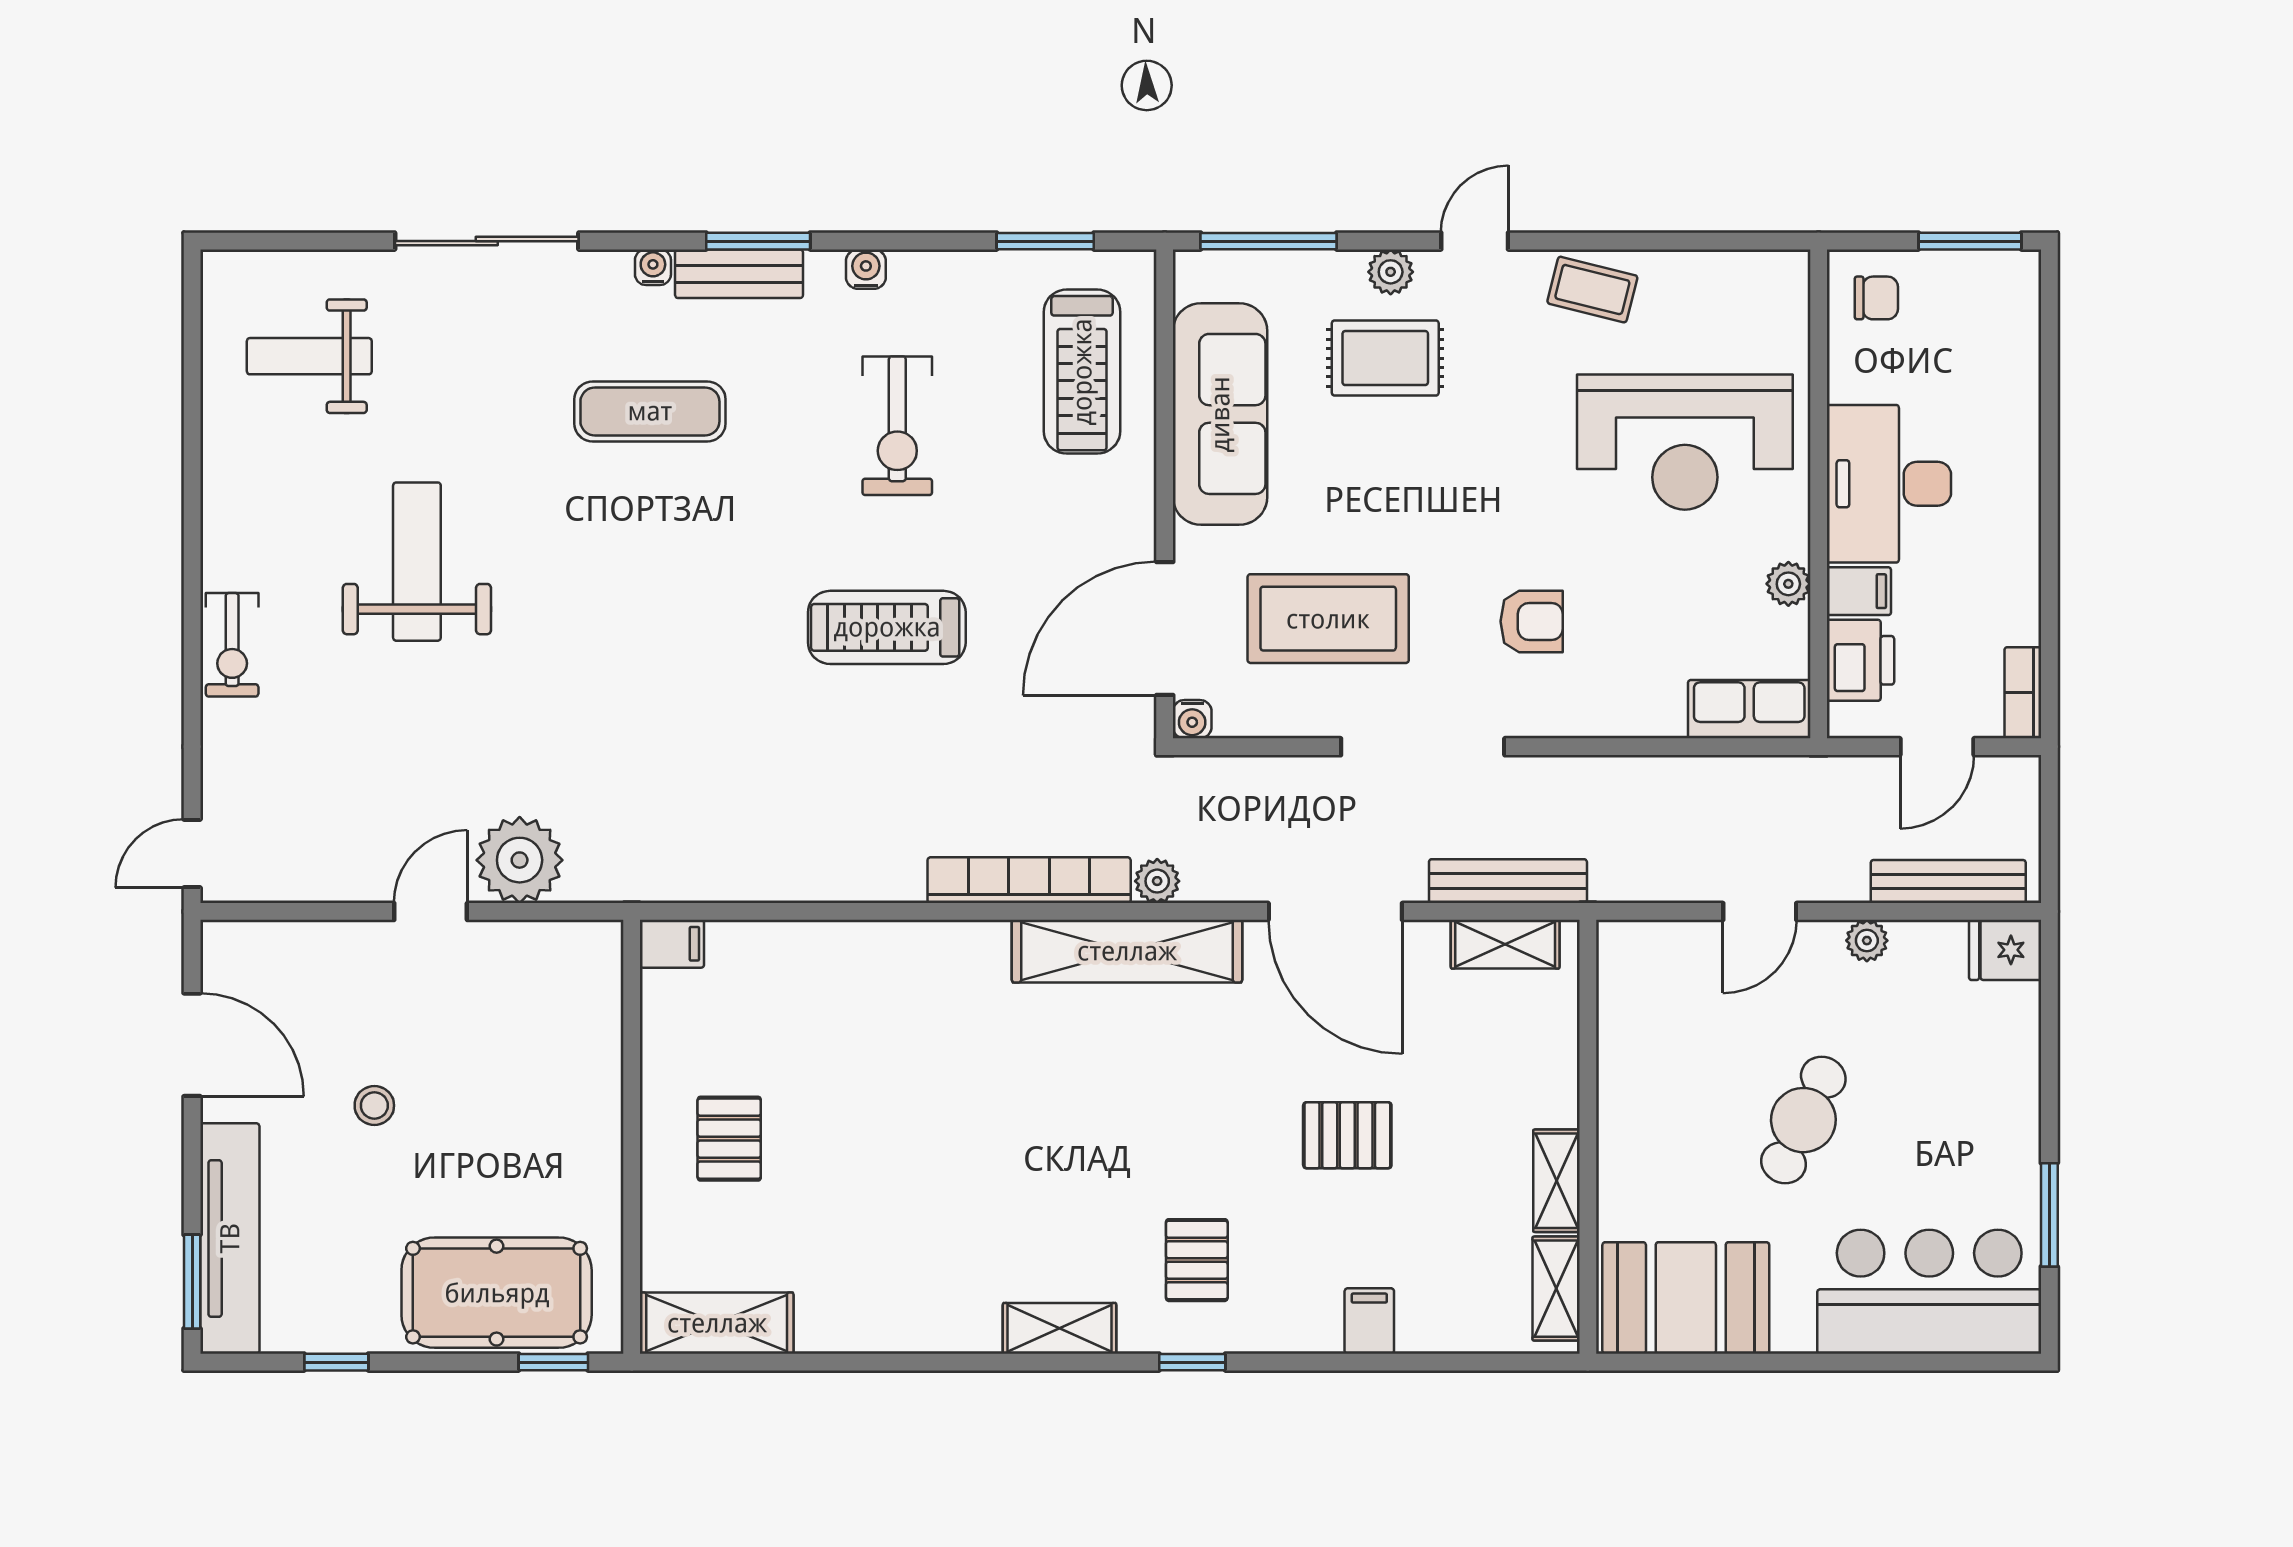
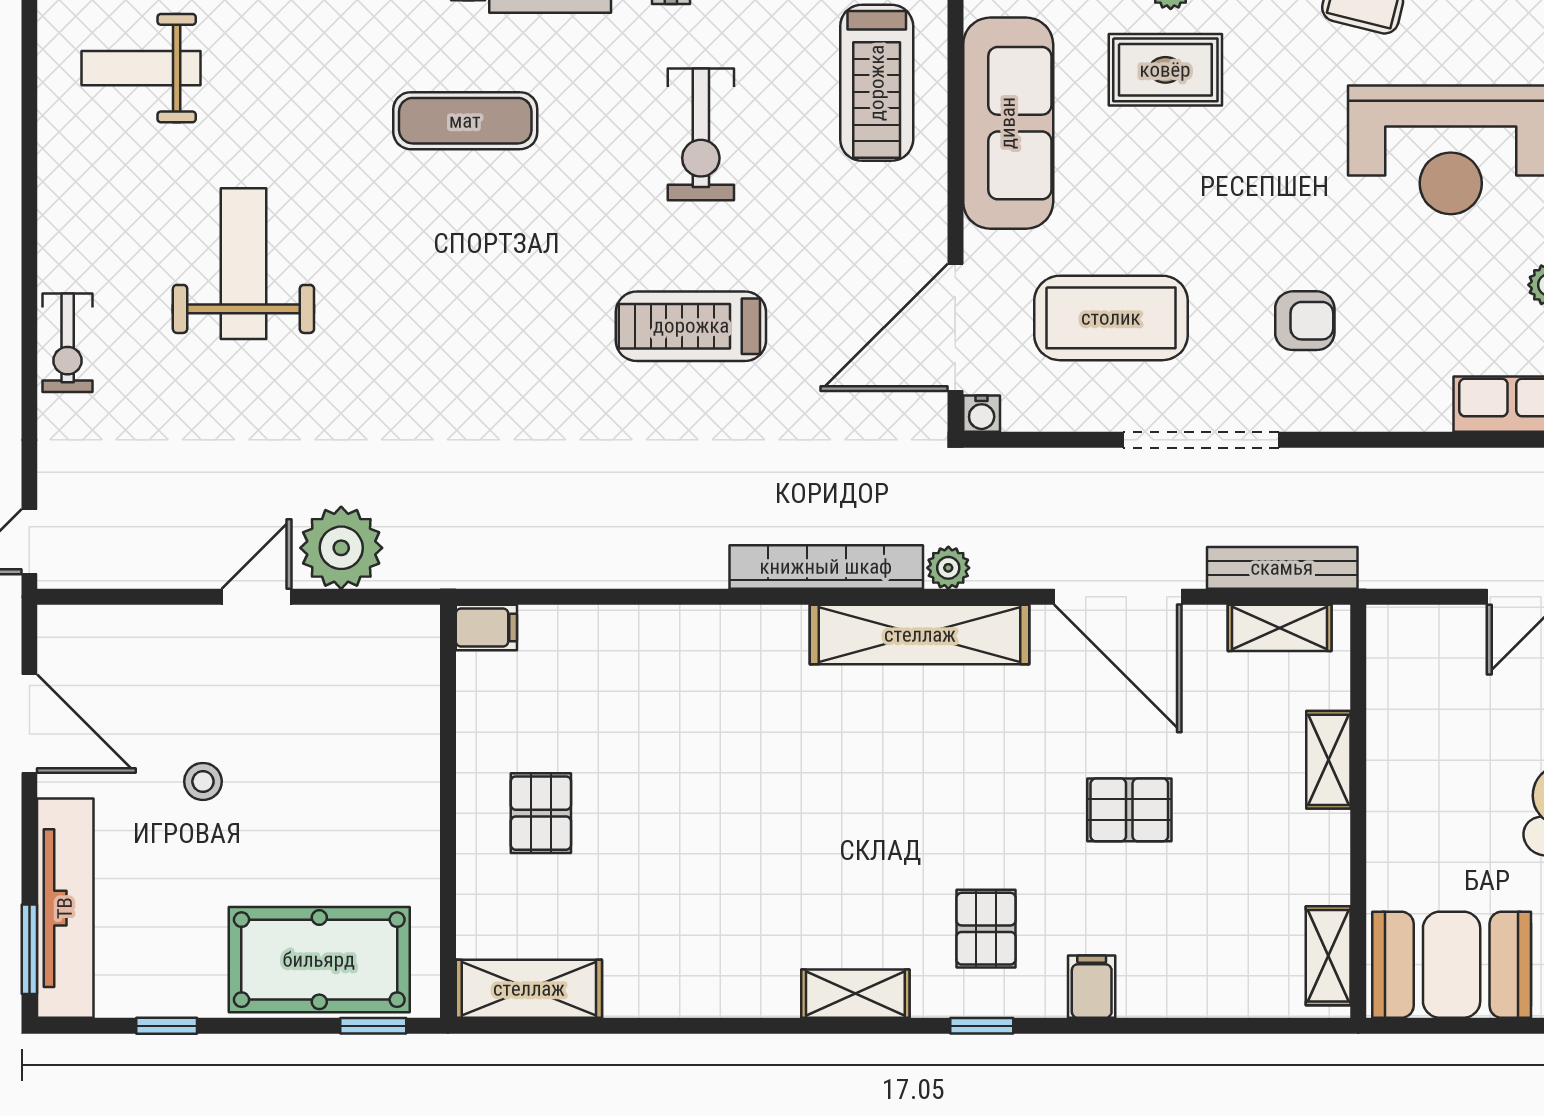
shelving: (1556, 1181) -> (1328, 760), moved
filing cabinet: (1369, 1321) -> (1092, 987), moved

